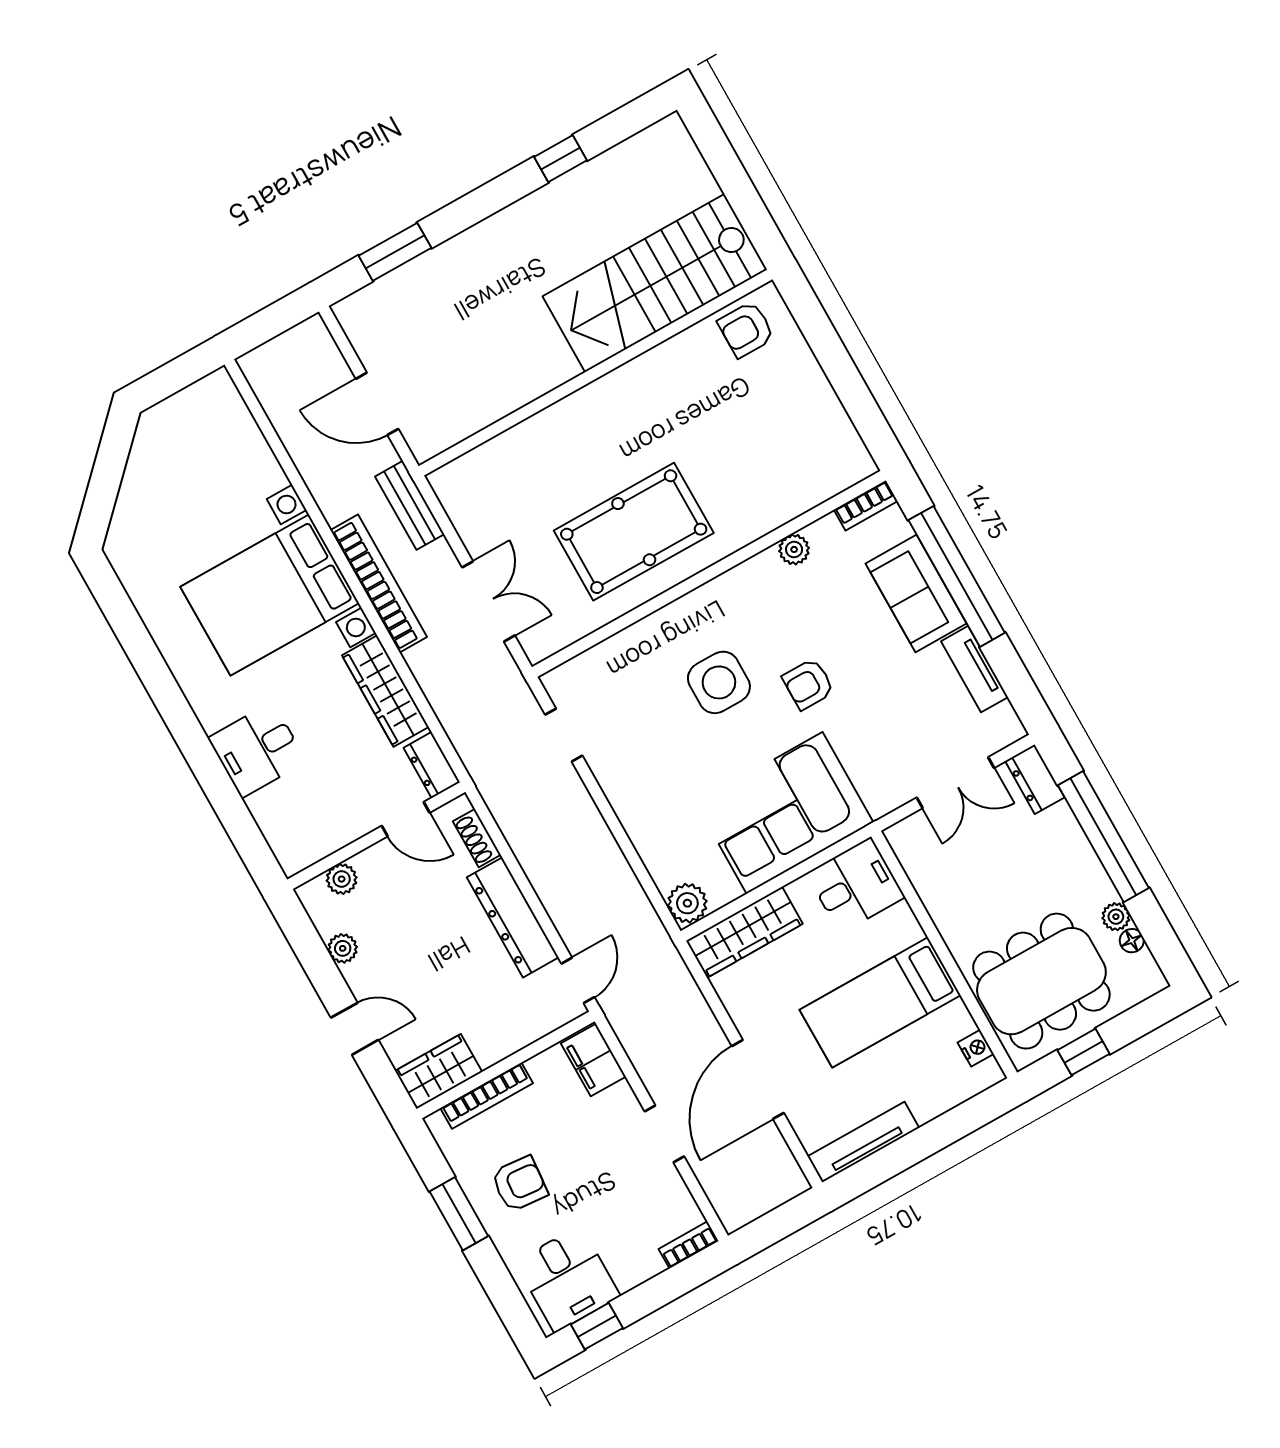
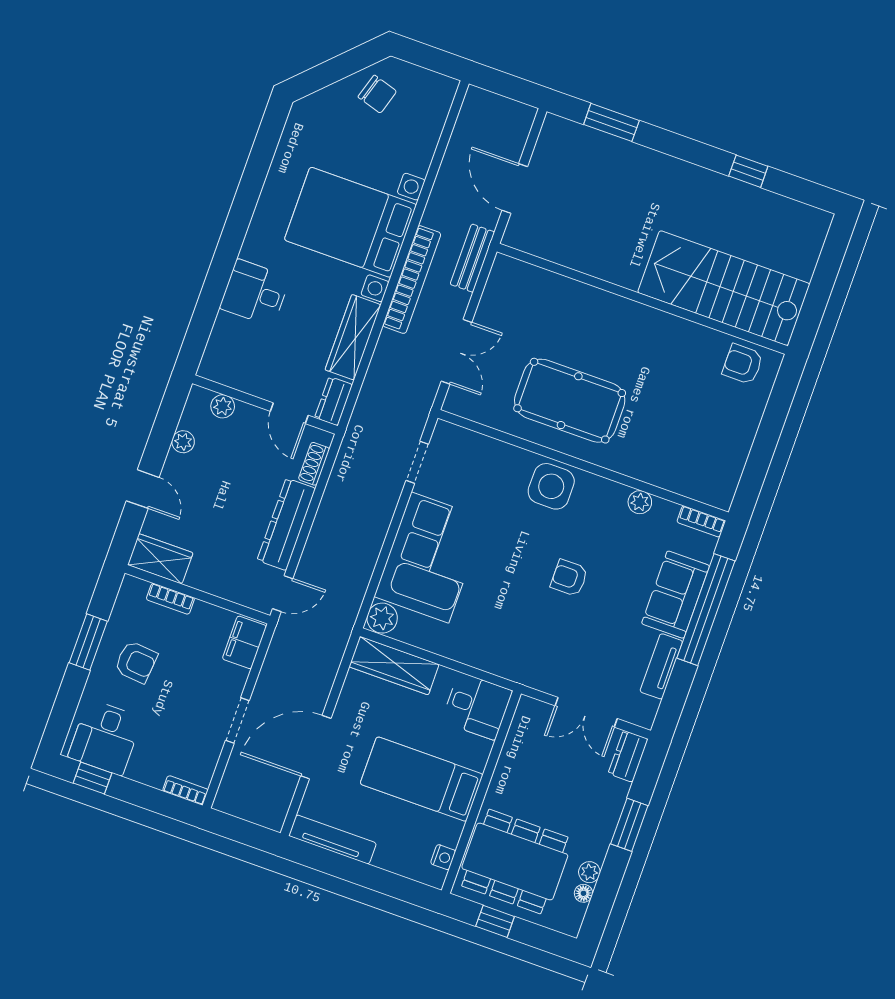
chair: (166, 459) -> (377, 94), added
side table: (719, 682) -> (551, 486), moved
corner sofa: (785, 813) -> (430, 558), moved, turned 90
window: (1103, 837) -> (629, 825), width x0.47
bookcase: (487, 1096) -> (170, 599), width x0.64

